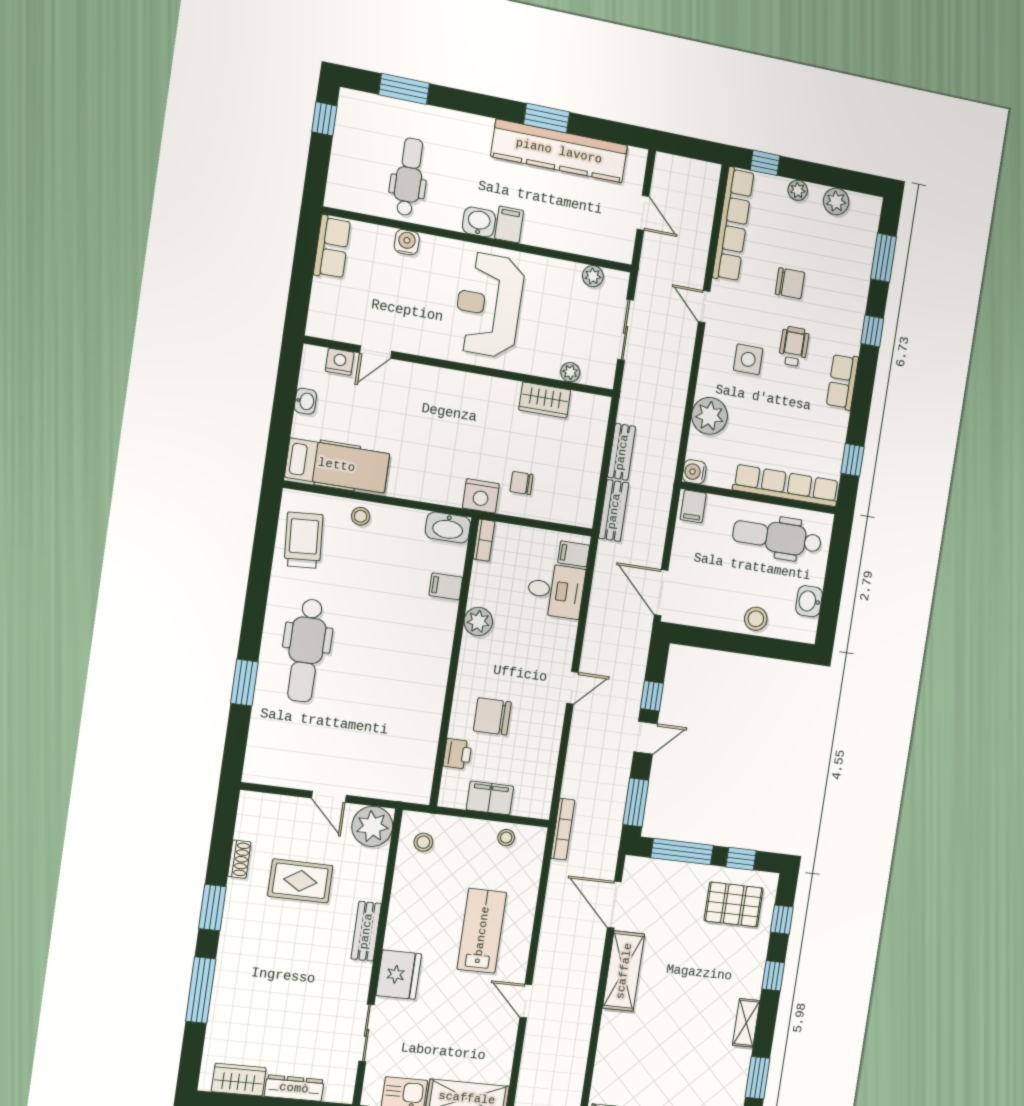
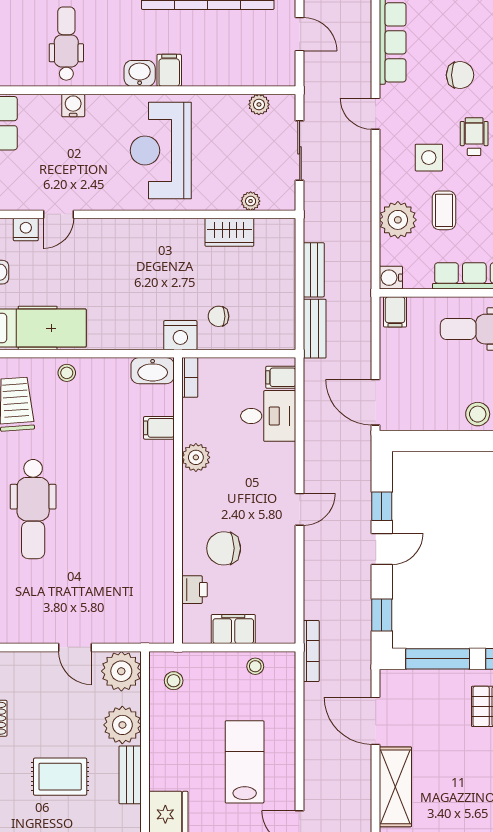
coffee table: (755, 414) -> (444, 210), added
window: (636, 802) -> (382, 615), width x0.67
plant: (366, 880) -> (122, 725), added
rug: (300, 881) -> (60, 777), moved

